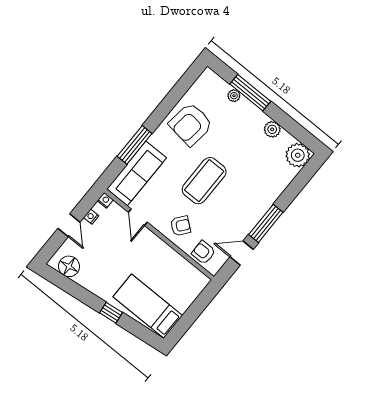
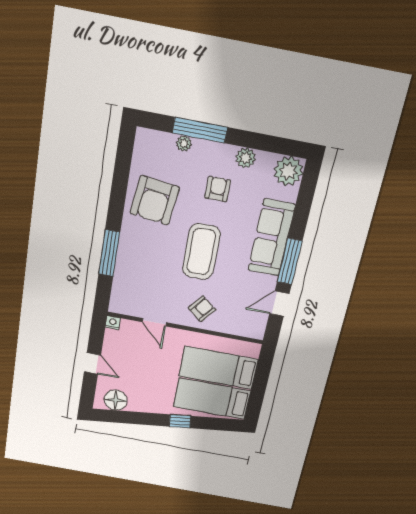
sofa: (137, 173) -> (271, 238), moved, turned 180
nightstand: (91, 217) -> (109, 345), removed
armchair: (204, 252) -> (218, 189), moved, turned 90
bed: (167, 282) -> (218, 368), added

